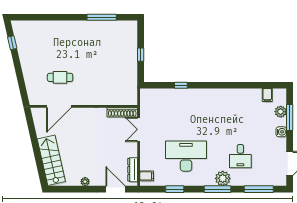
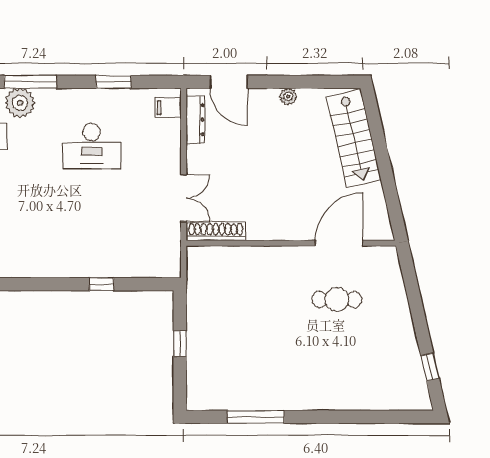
desk: (186, 156) -> (92, 146), width x0.73, depth x0.77

